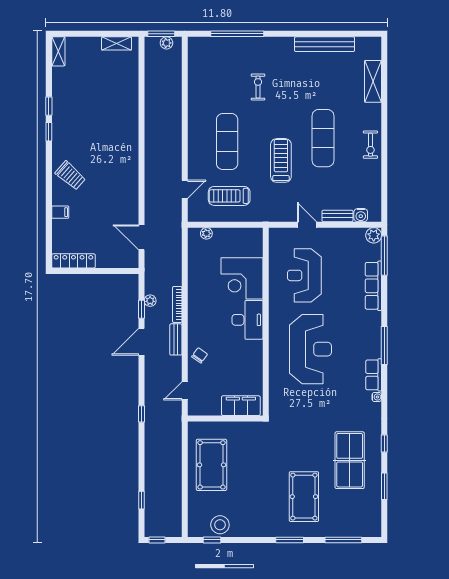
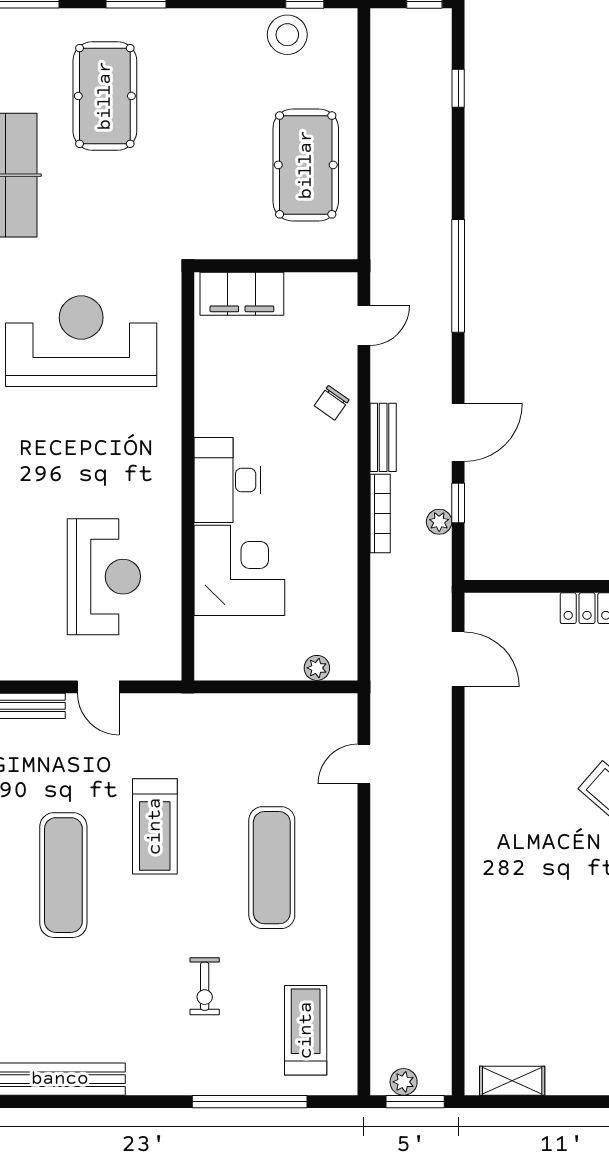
treadmill: (229, 196) -> (306, 1030), moved, turned -90
reception desk: (310, 349) -> (81, 341), moved, turned 90
window: (141, 414) -> (458, 276), width x3.17

